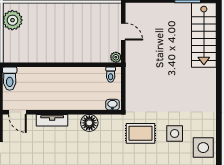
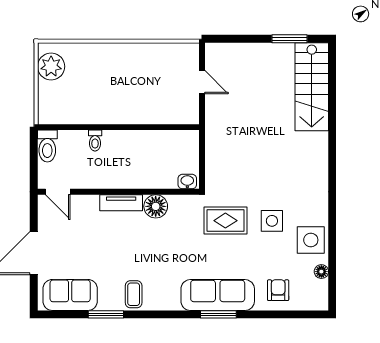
plant: (116, 57) -> (192, 117), removed
toilet: (111, 75) -> (95, 141), moved
tv unit: (52, 120) -> (121, 203), moved

